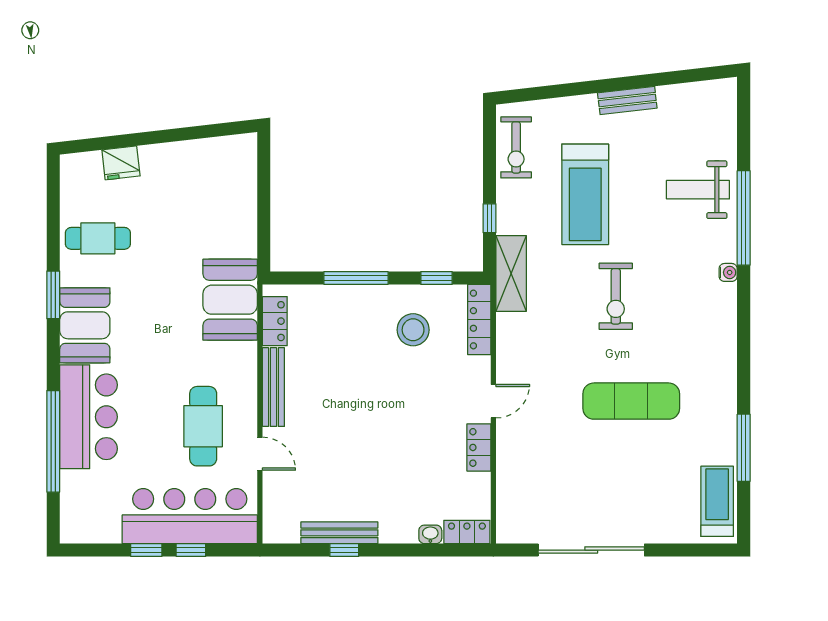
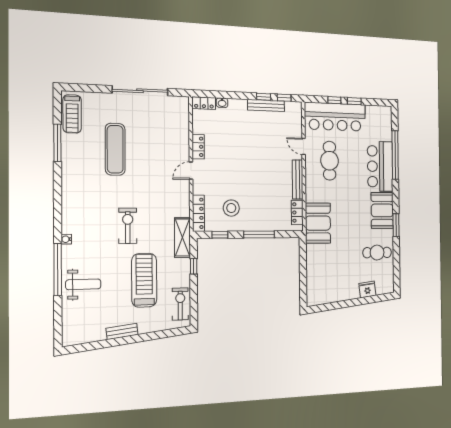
exercise mat: (631, 401) -> (115, 149), moved, turned 90
window: (301, 550) -> (284, 98), added

